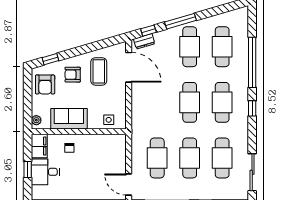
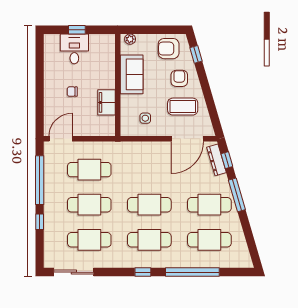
dresser: (144, 41) -> (216, 160), width x1.44
side table: (109, 120) -> (145, 118), moved
filing cabinet: (39, 146) -> (106, 102), moved, turned 90
chair: (69, 148) -> (72, 92), moved

